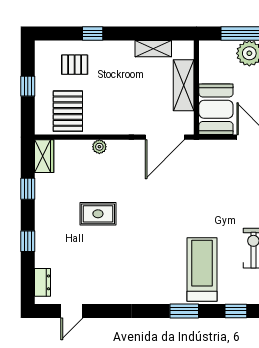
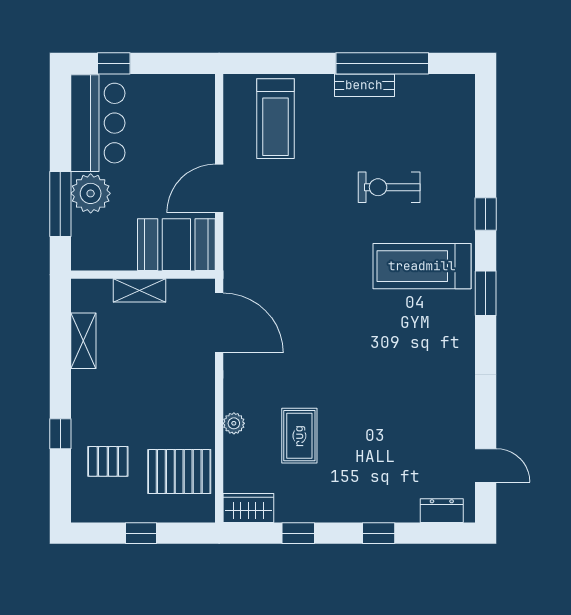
pallet: (75, 65) -> (108, 461), turned 90
shelving: (184, 85) -> (140, 290), width x0.67, depth x0.75
rug: (98, 214) -> (299, 436), moved

